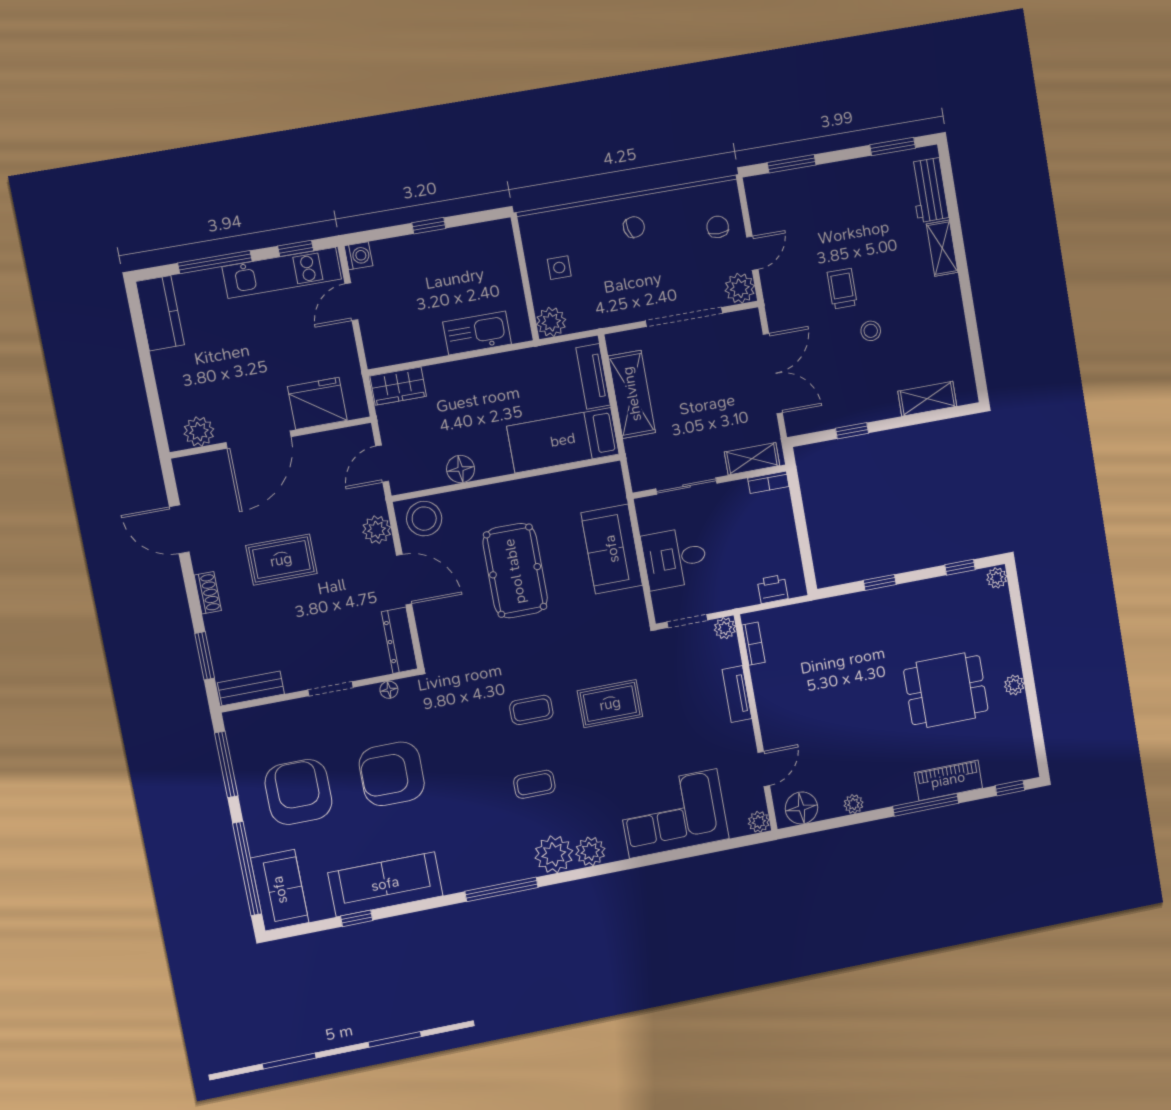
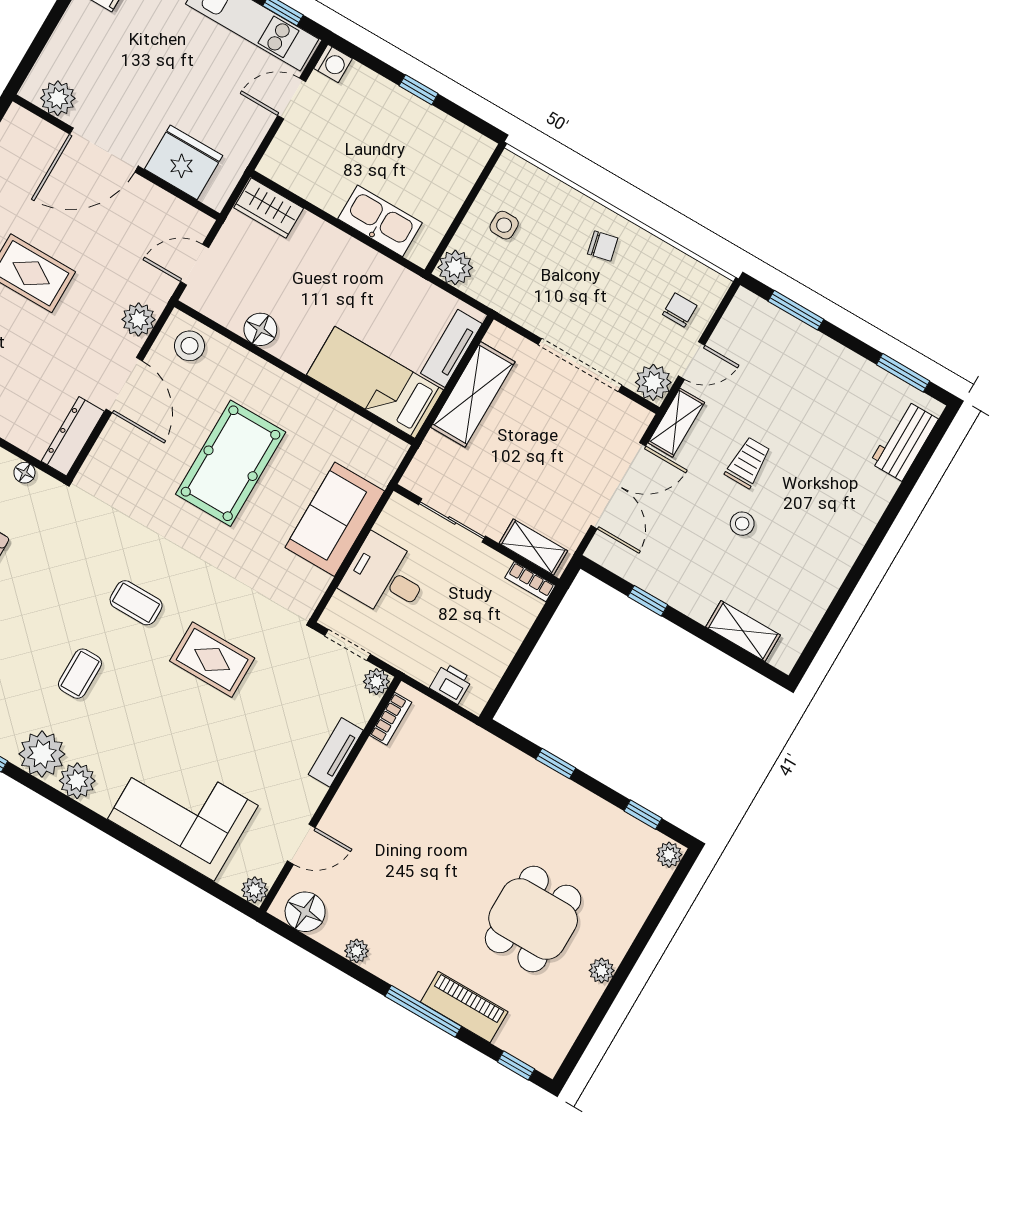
shelving: (942, 248) -> (676, 423), moved
stool: (424, 519) -> (189, 346), width x0.73, depth x0.73
dining table: (946, 690) -> (533, 919), turned 90
coffee table: (534, 784) -> (80, 674), turned 90

